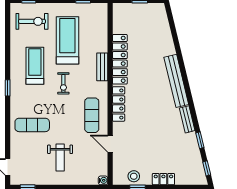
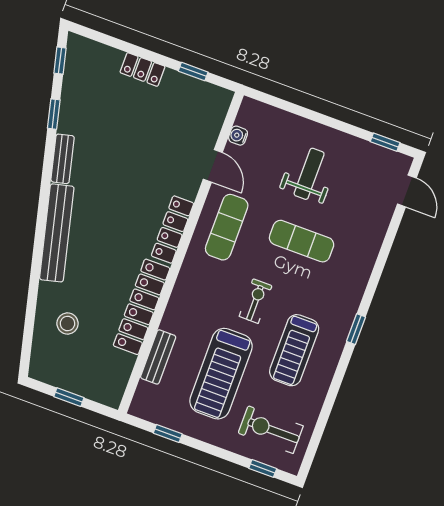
bench: (102, 67) -> (158, 357), moved
exercise mat: (32, 125) -> (302, 241), moved
stool: (134, 176) -> (67, 323), moved
water cooler: (103, 180) -> (238, 136), moved

